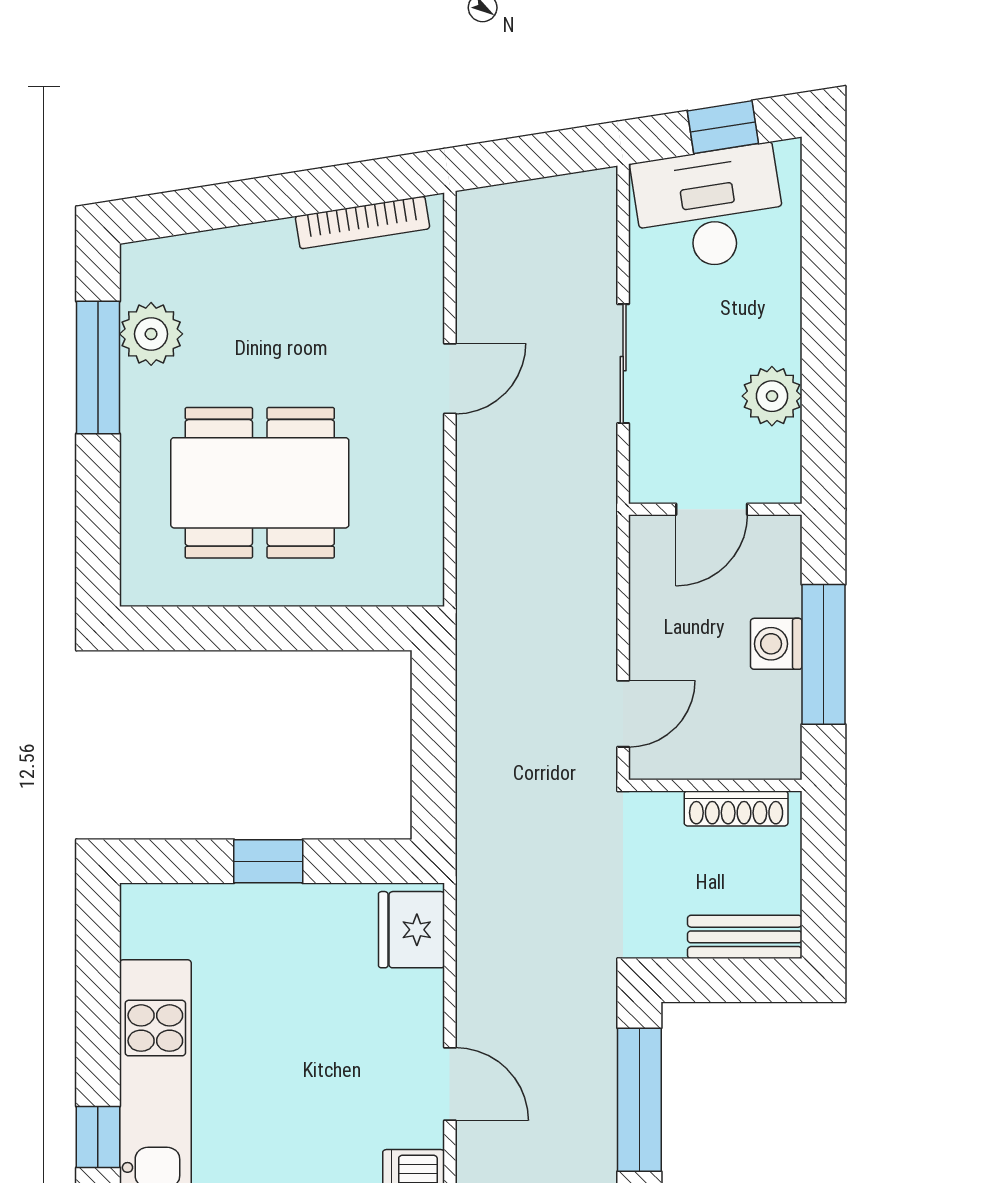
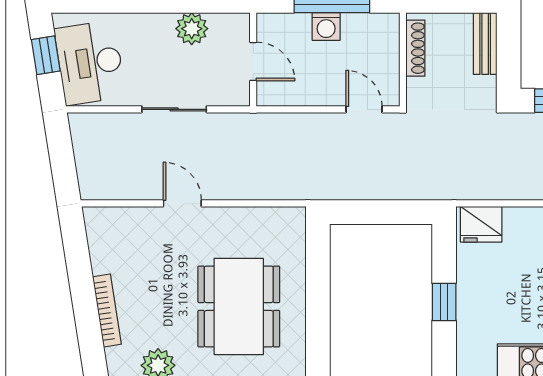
bookcase: (363, 222) -> (107, 310), moved

